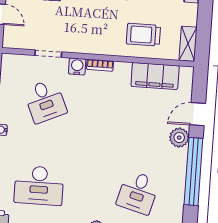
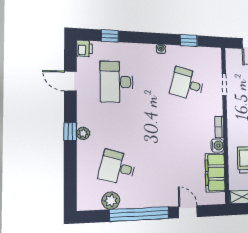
water cooler: (77, 67) -> (217, 145), moved
desk: (45, 101) -> (187, 84), turned 39
plant: (179, 138) -> (111, 201), moved

